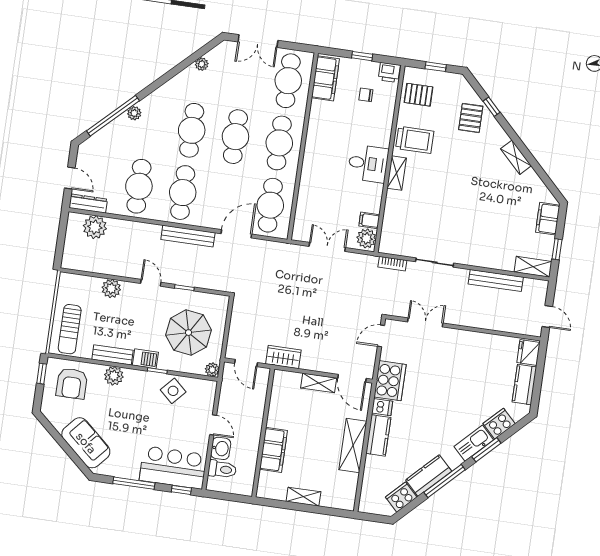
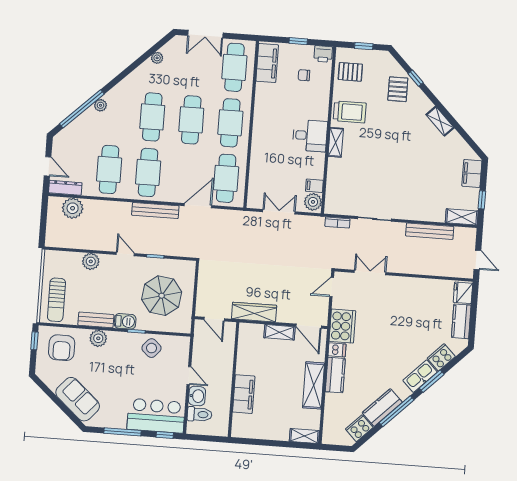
wardrobe: (283, 357) -> (254, 312), width x1.50
plant: (212, 370) -> (185, 327), removed
shelving: (303, 497) -> (304, 436), moved

